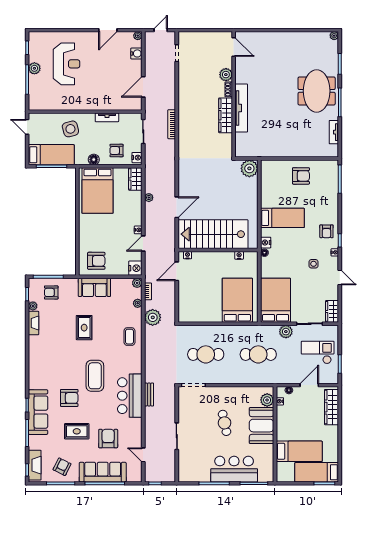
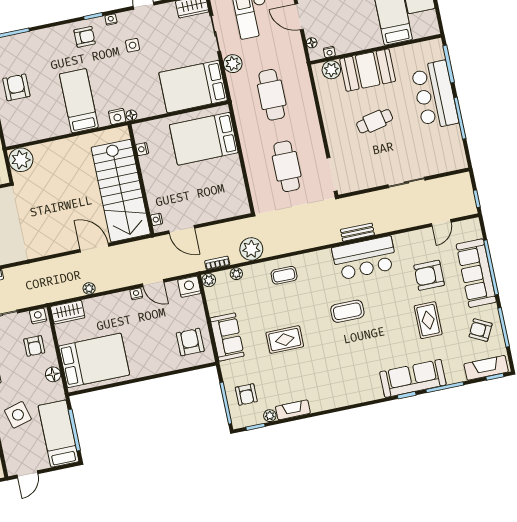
coffee table: (95, 376) -> (347, 311), width x0.73, depth x0.76
armchair: (69, 398) -> (385, 340), removed

